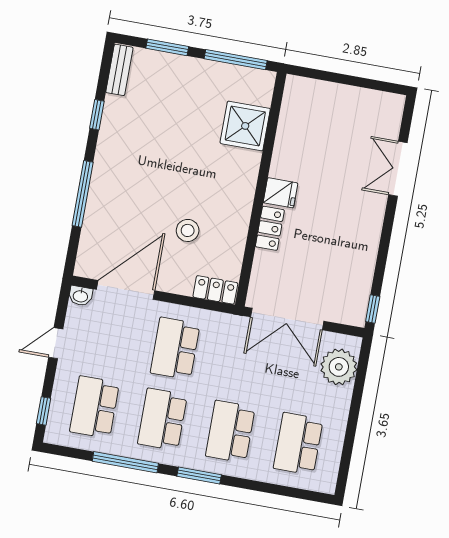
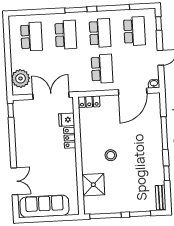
sofa: (351, 106) -> (44, 206), added
fridge: (280, 193) -> (67, 120), moved
stool: (188, 230) -> (111, 155), moved

